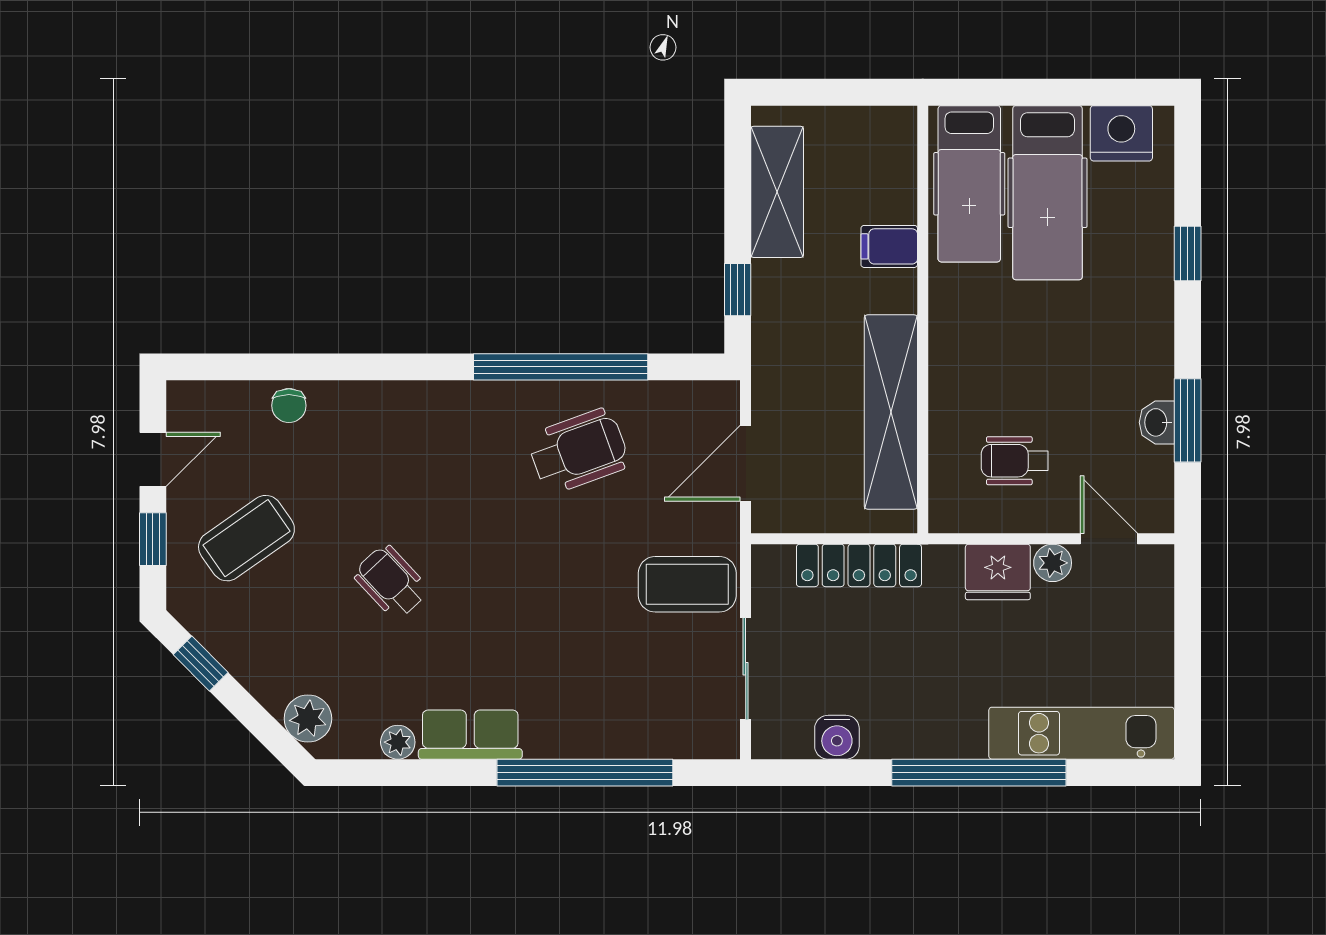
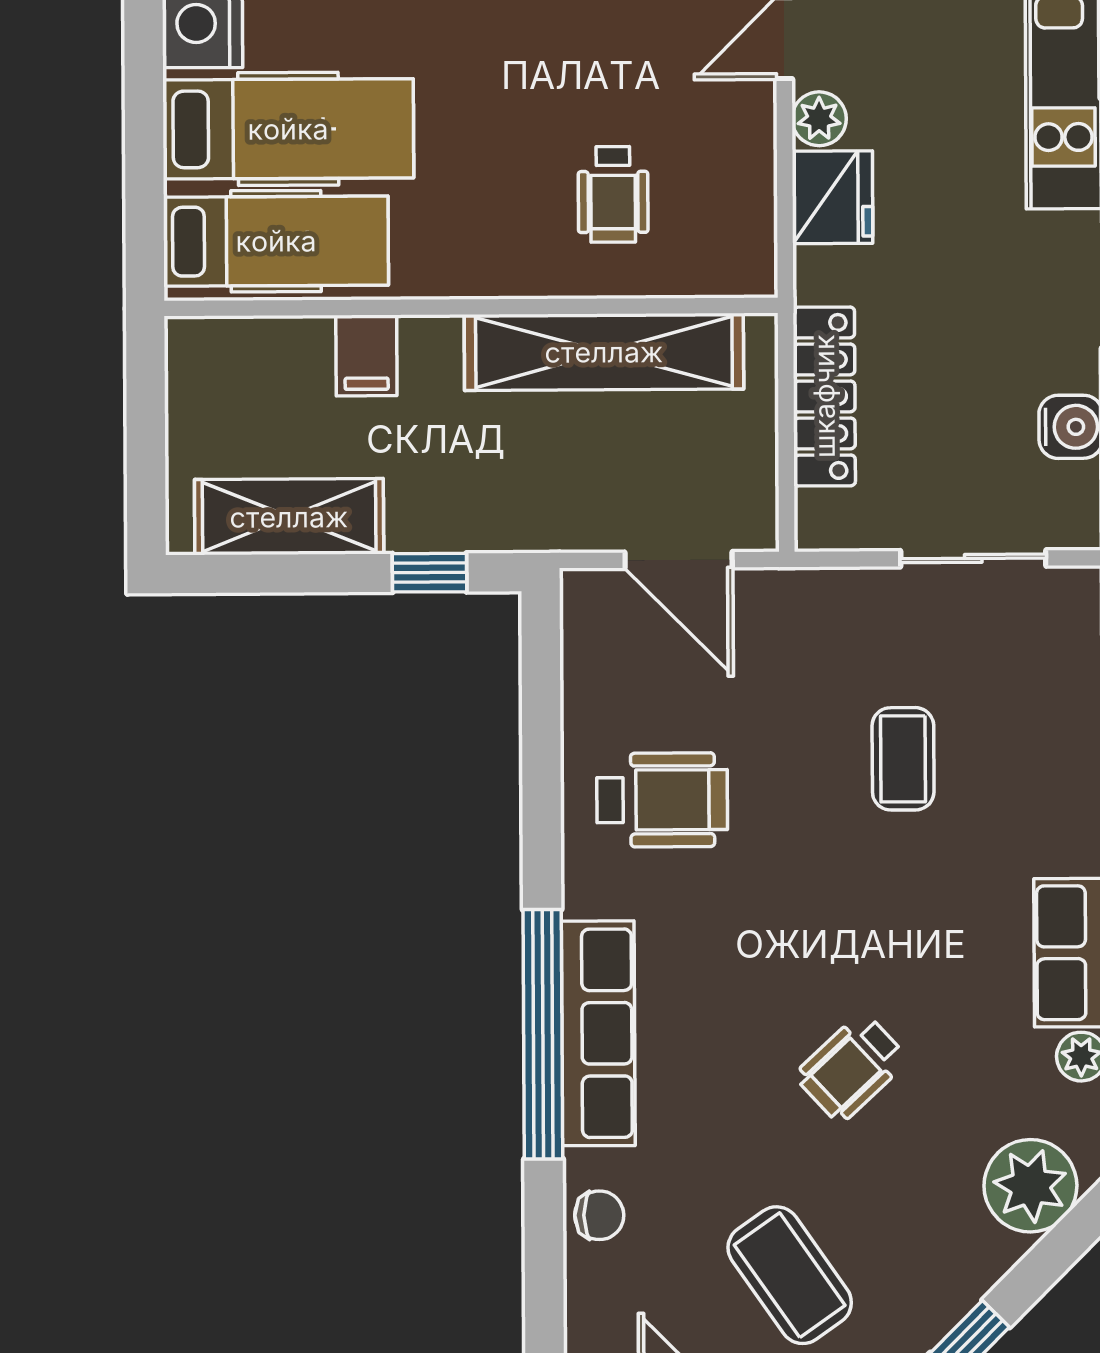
window: (561, 367) -> (543, 1034), moved
row of seats: (416, 406) -> (598, 1033), added
wheelchair: (578, 451) -> (662, 800), turned 110
wheelchair: (1015, 461) -> (613, 194), moved
coffee table: (687, 584) -> (903, 759), moved, width x0.73, depth x0.77
plant: (308, 719) -> (1030, 1186), width x1.36, depth x1.36

